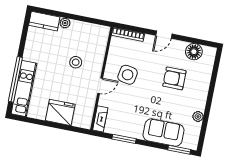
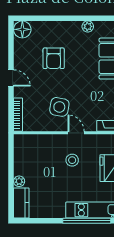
floor lamp: (194, 52) -> (22, 29), moved
stool: (76, 62) -> (72, 160), moved

